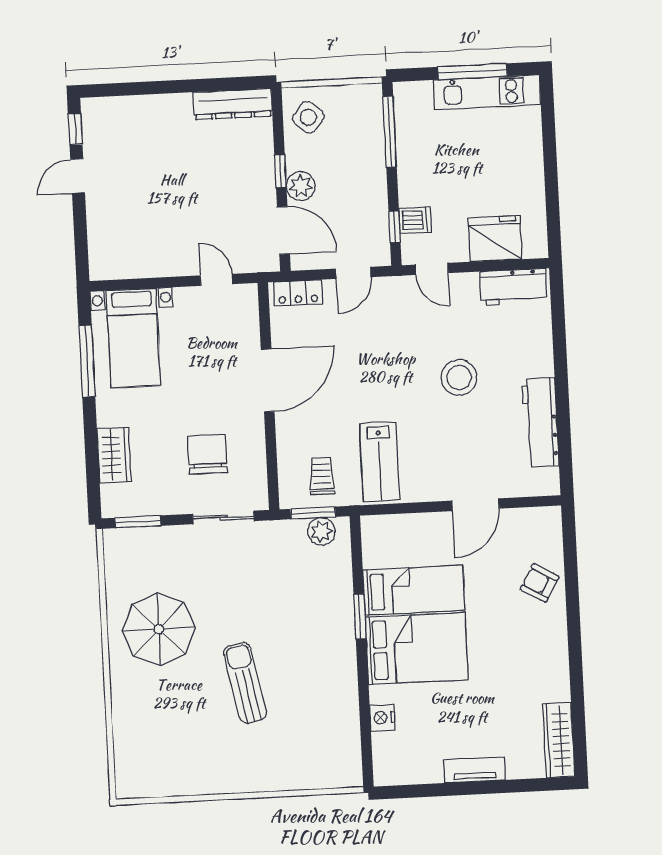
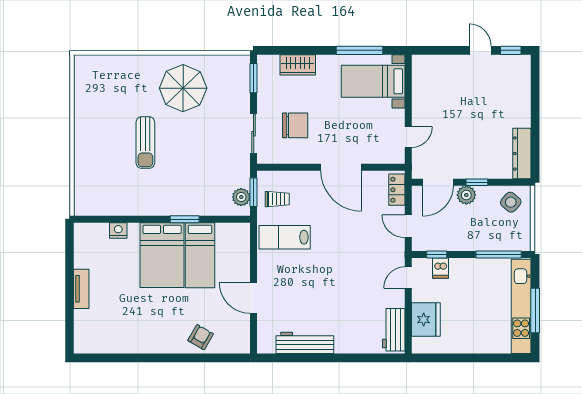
kitchen unit: (487, 92) -> (521, 306), width x1.36
stool: (459, 377) -> (337, 292), removed
sun lounger: (245, 683) -> (145, 143), turned 101
wardrobe: (559, 740) -> (98, 344), removed

